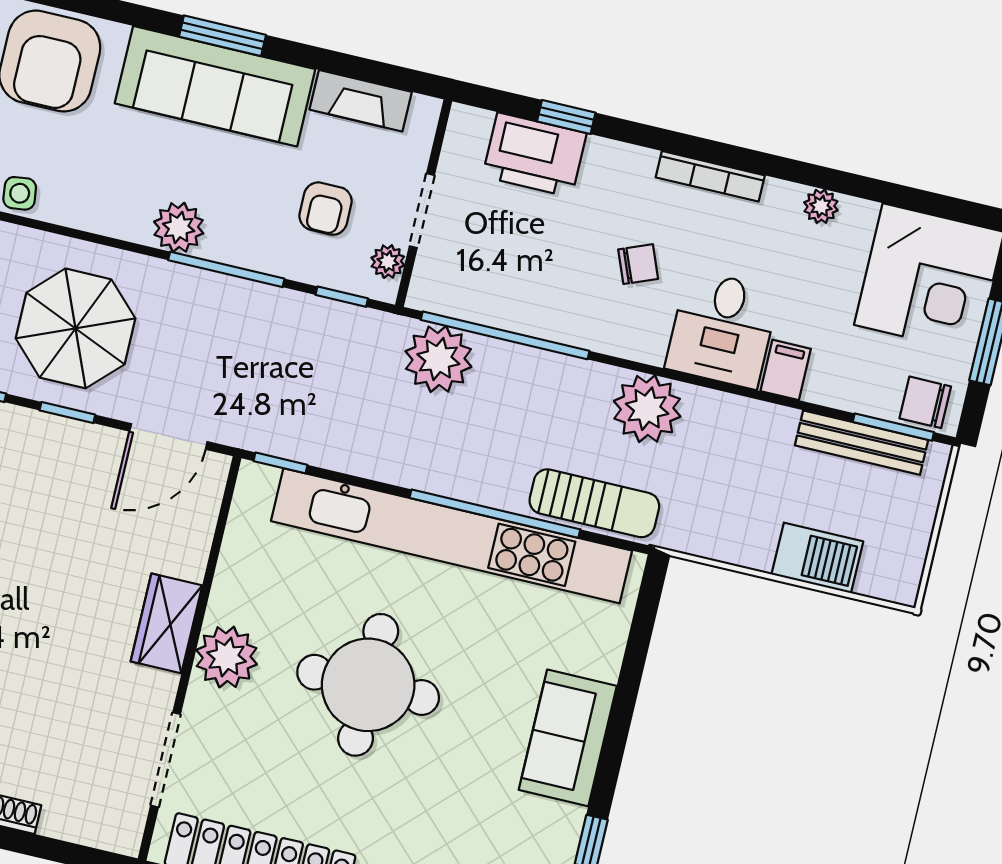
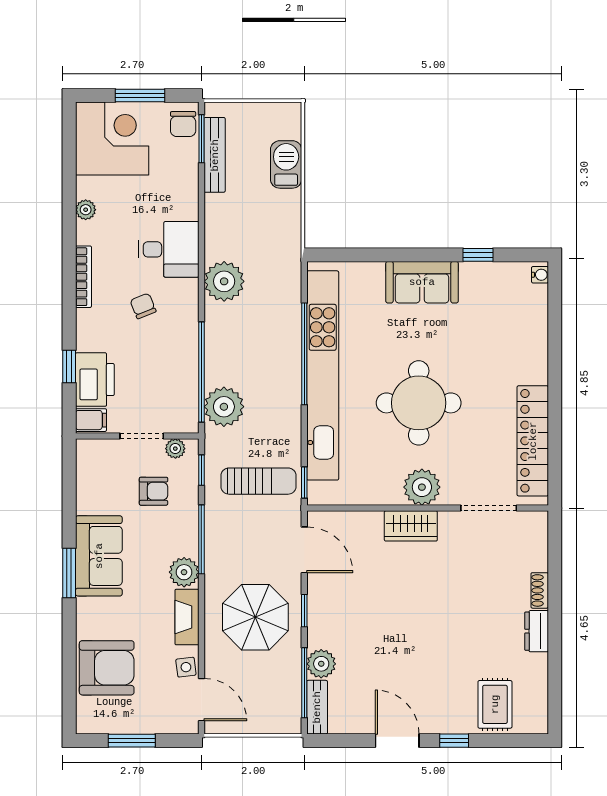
sofa: (215, 86) -> (99, 556), width x0.73
fireplace: (361, 101) -> (187, 617), moved, turned 180
filing cabinet: (786, 370) -> (91, 420), moved, turned 180
sun lounger: (594, 503) -> (259, 481), moved, turned 90

